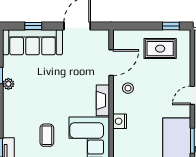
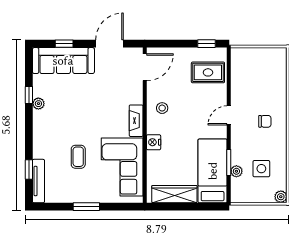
rug: (160, 49) -> (208, 72), moved
door: (111, 63) -> (145, 67), moved

